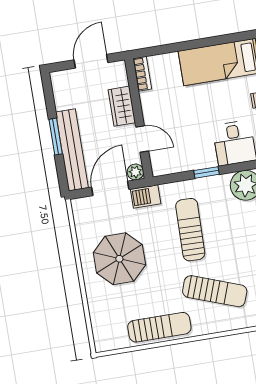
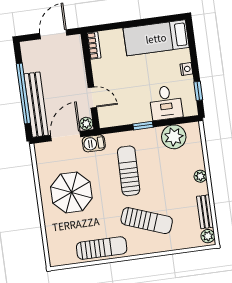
wardrobe: (122, 106) -> (77, 71), removed
window: (56, 137) -> (23, 93), width x2.11

